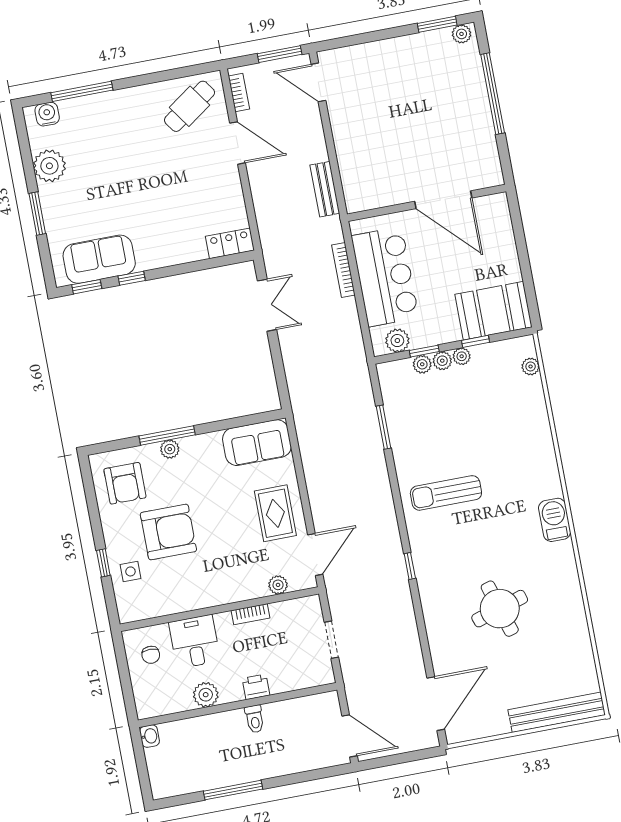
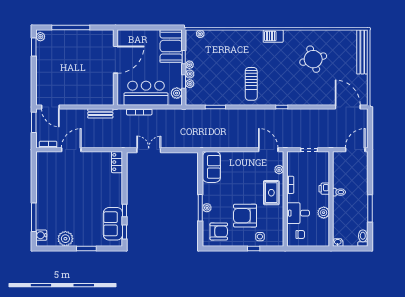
door: (318, 82) -> (50, 107), hinge flipped
cafe table: (190, 106) -> (50, 169), removed
rug: (275, 513) -> (271, 193), moved, turned 90
armchair: (168, 532) -> (245, 216), turned -90
round table: (500, 609) -> (313, 59), moved
toilet: (168, 787) -> (363, 238), added

